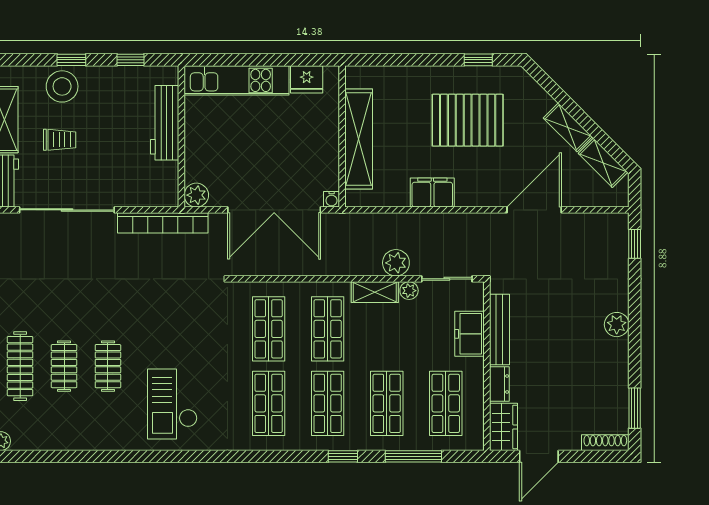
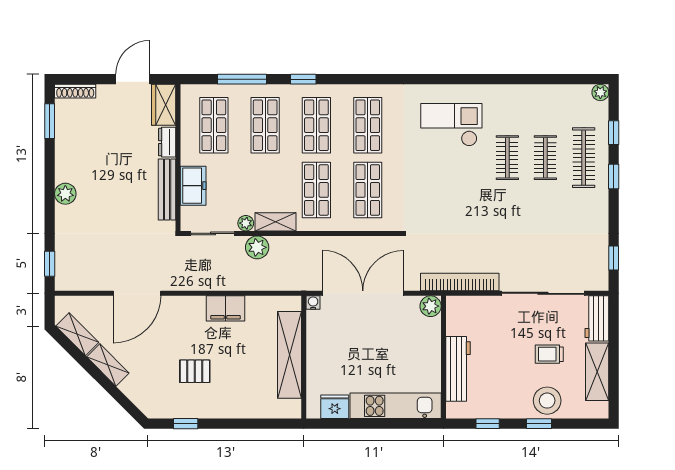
pallet: (468, 120) -> (195, 371), width x0.49, depth x0.50
checkout: (172, 404) -> (451, 125), turned -90

